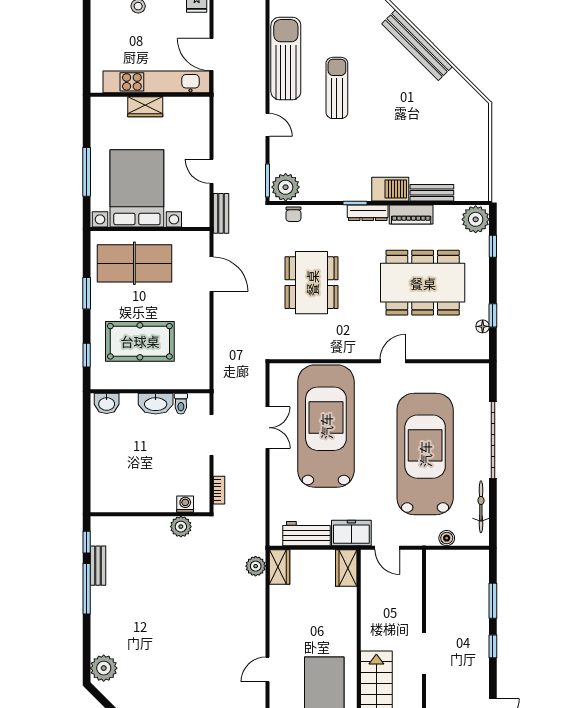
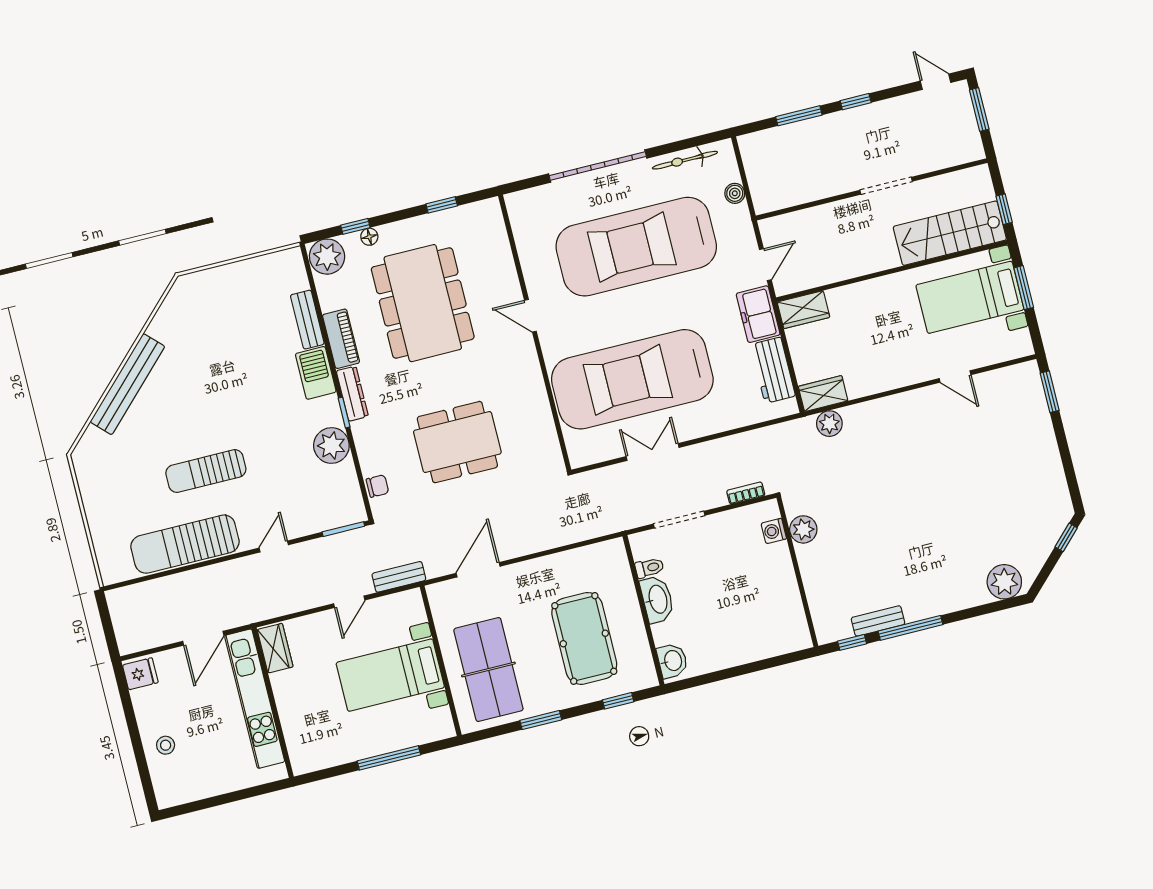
wardrobe: (145, 107) -> (275, 648), moved
plant: (286, 187) -> (331, 446), moved
bed with nightstands: (137, 188) -> (390, 675), width x0.73
floor lamp: (483, 326) -> (369, 237), moved

